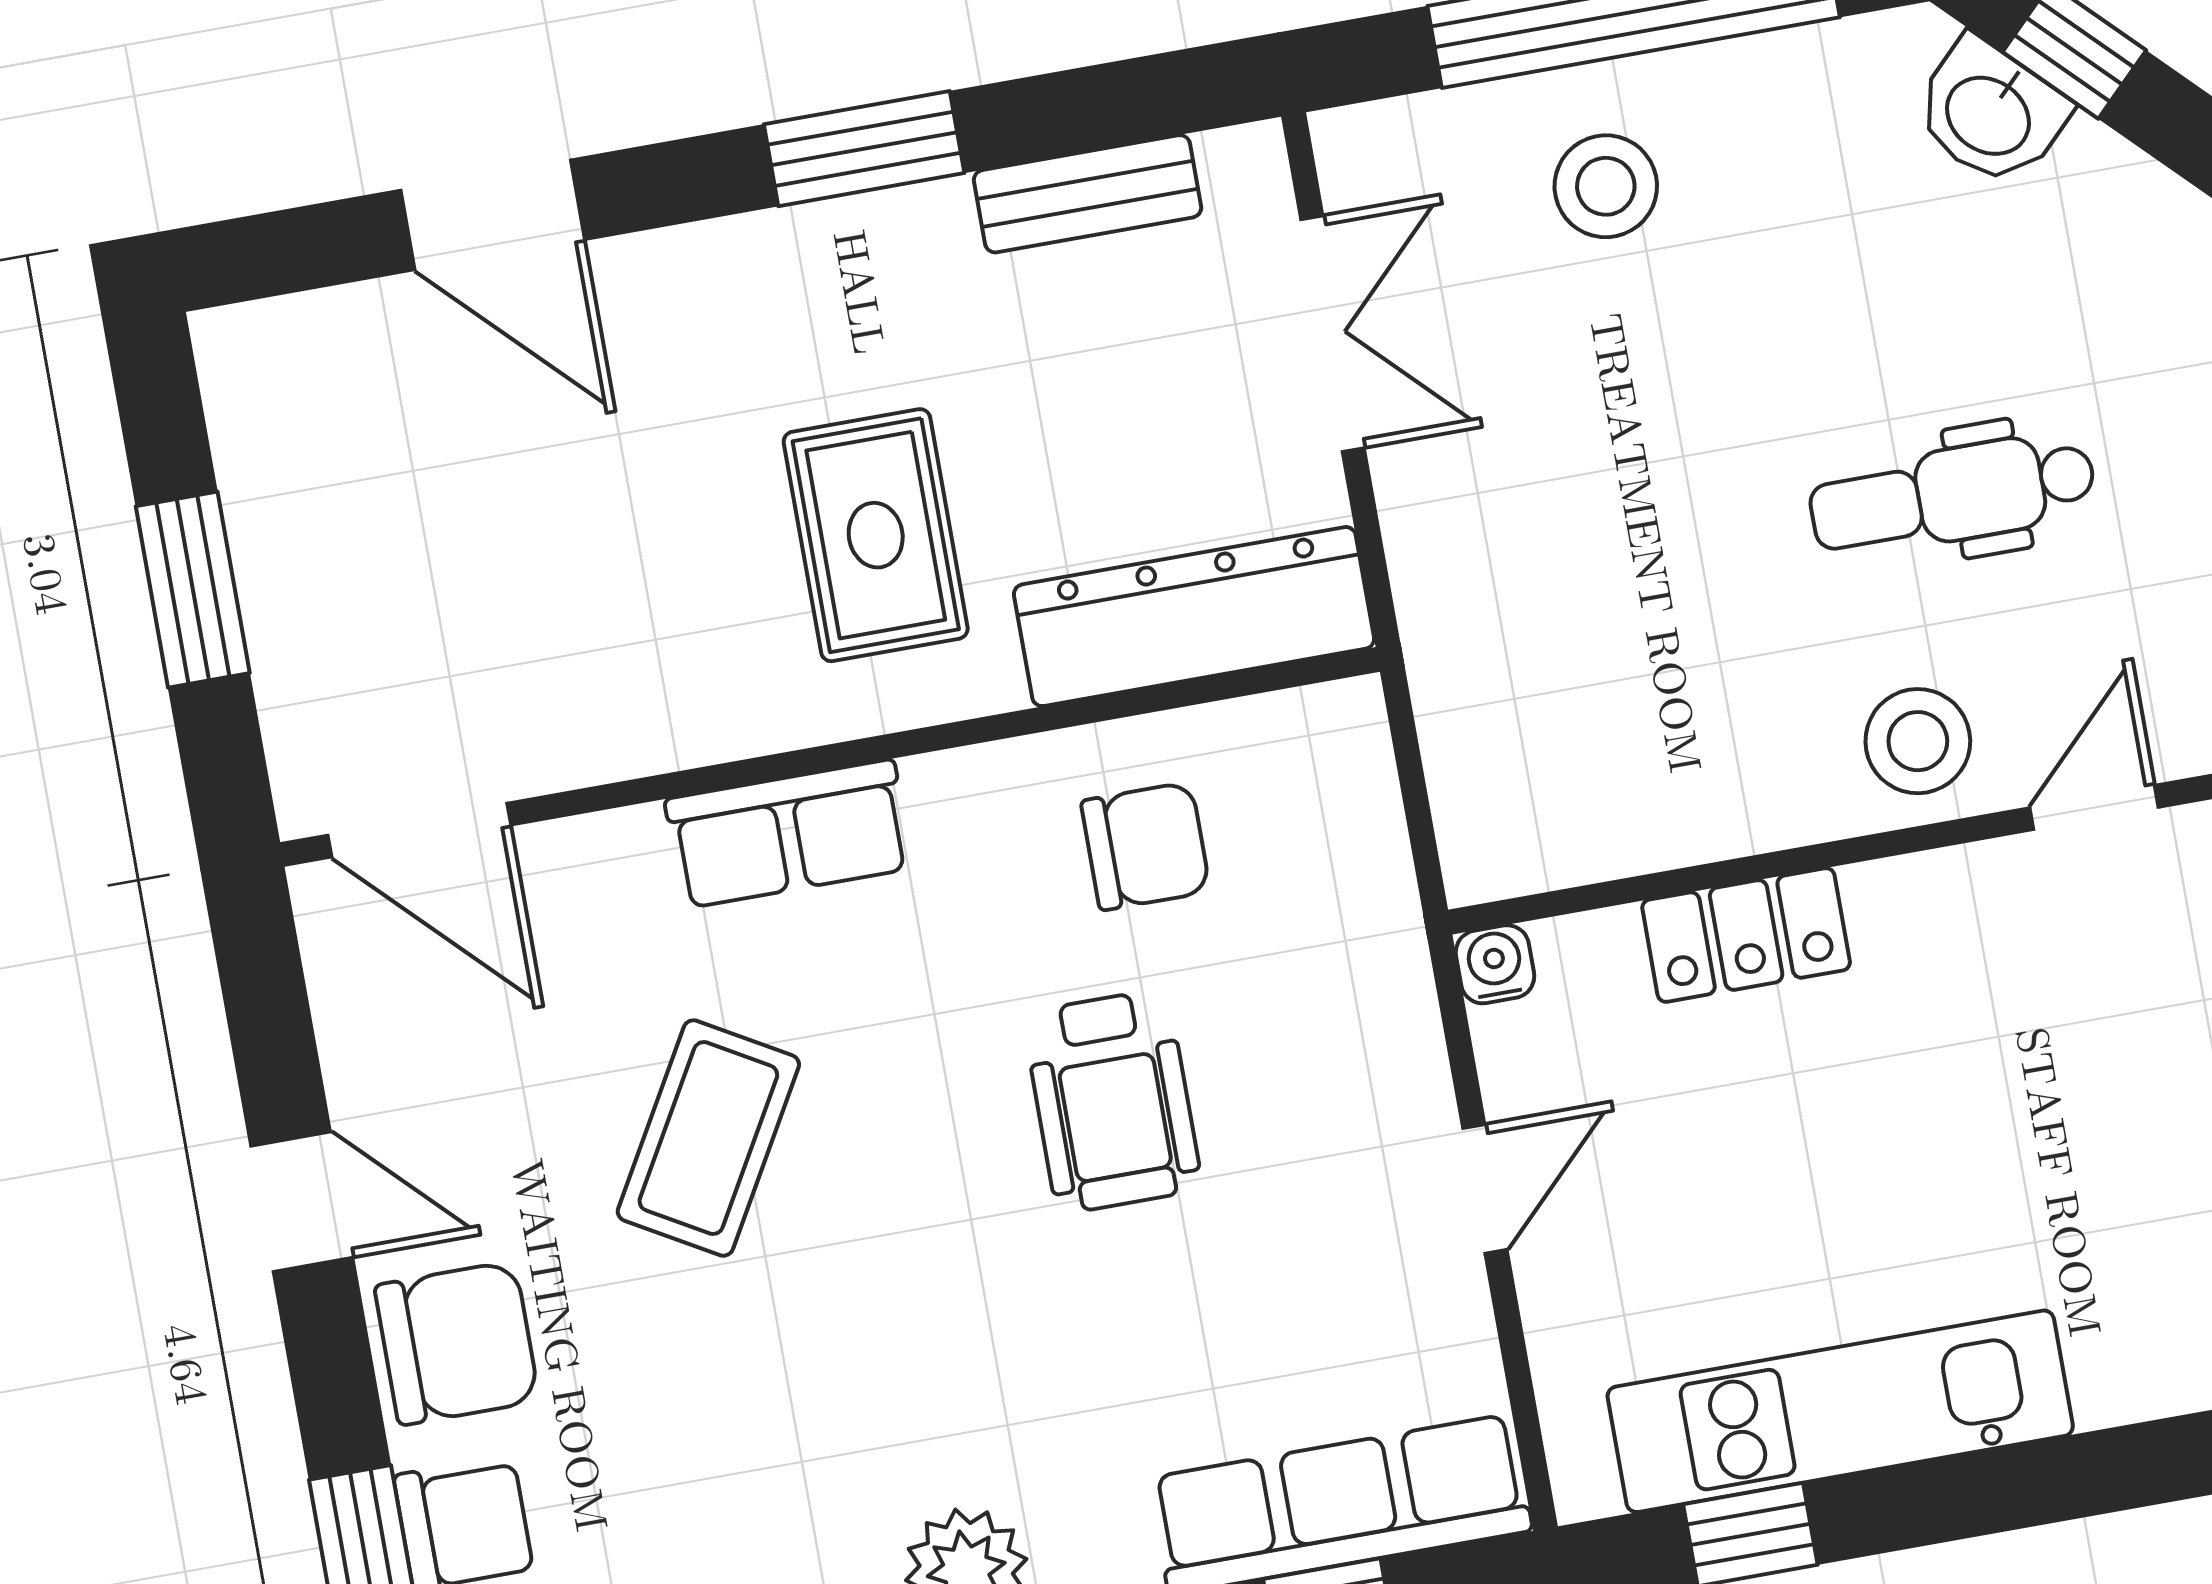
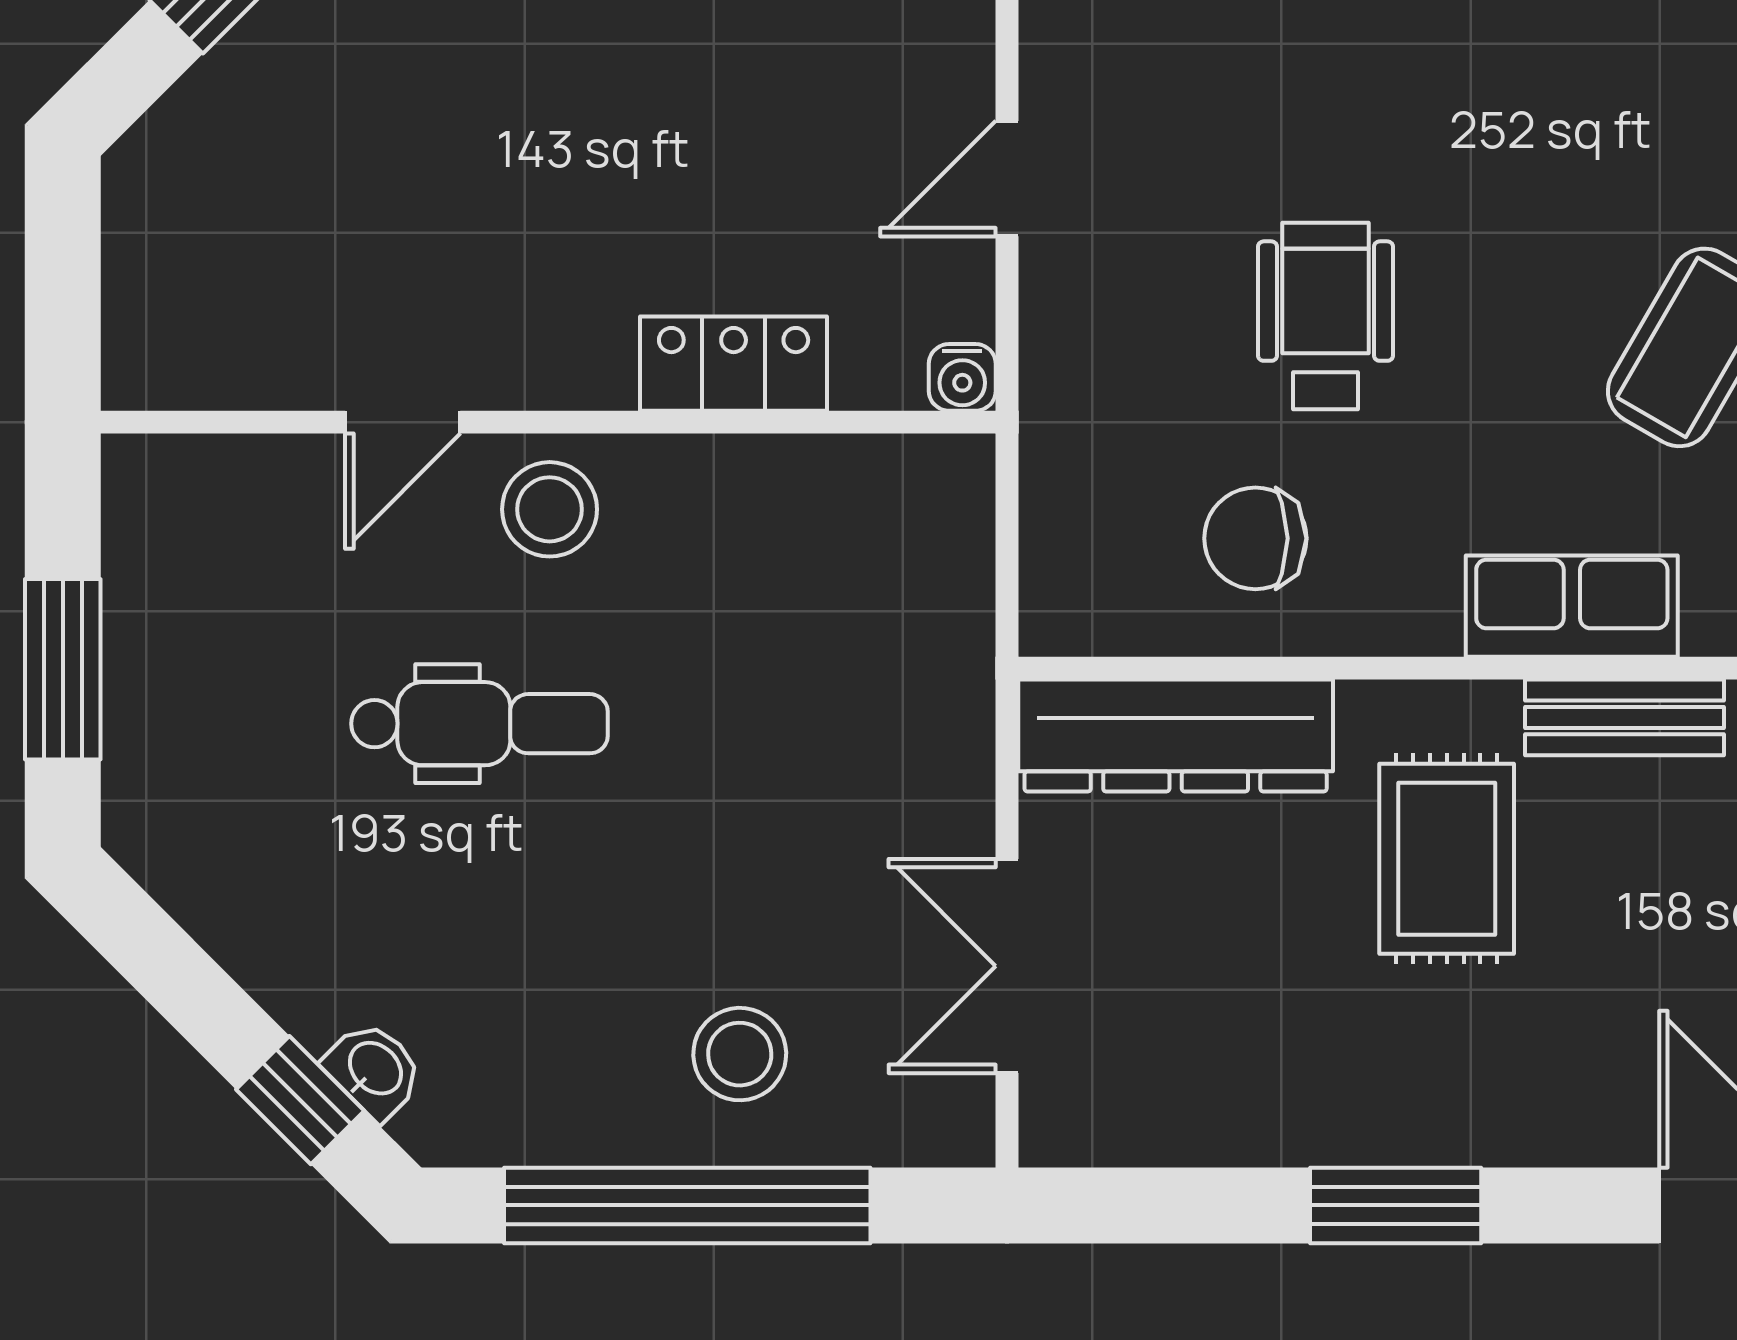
washbasin: (1990, 113) -> (374, 1070), width x0.72, depth x0.69
bench: (1088, 194) -> (1625, 717), moved

